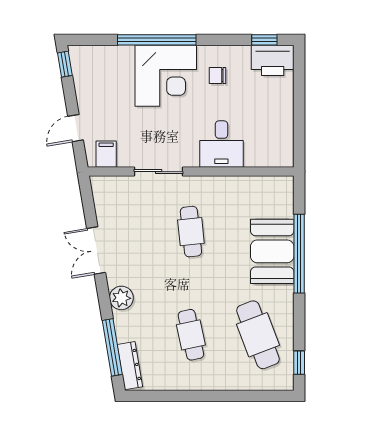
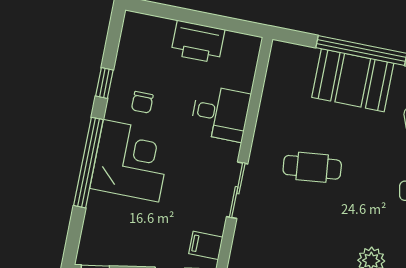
window: (264, 40) -> (104, 83), moved
printer: (273, 60) -> (198, 42), moved, turned 90

